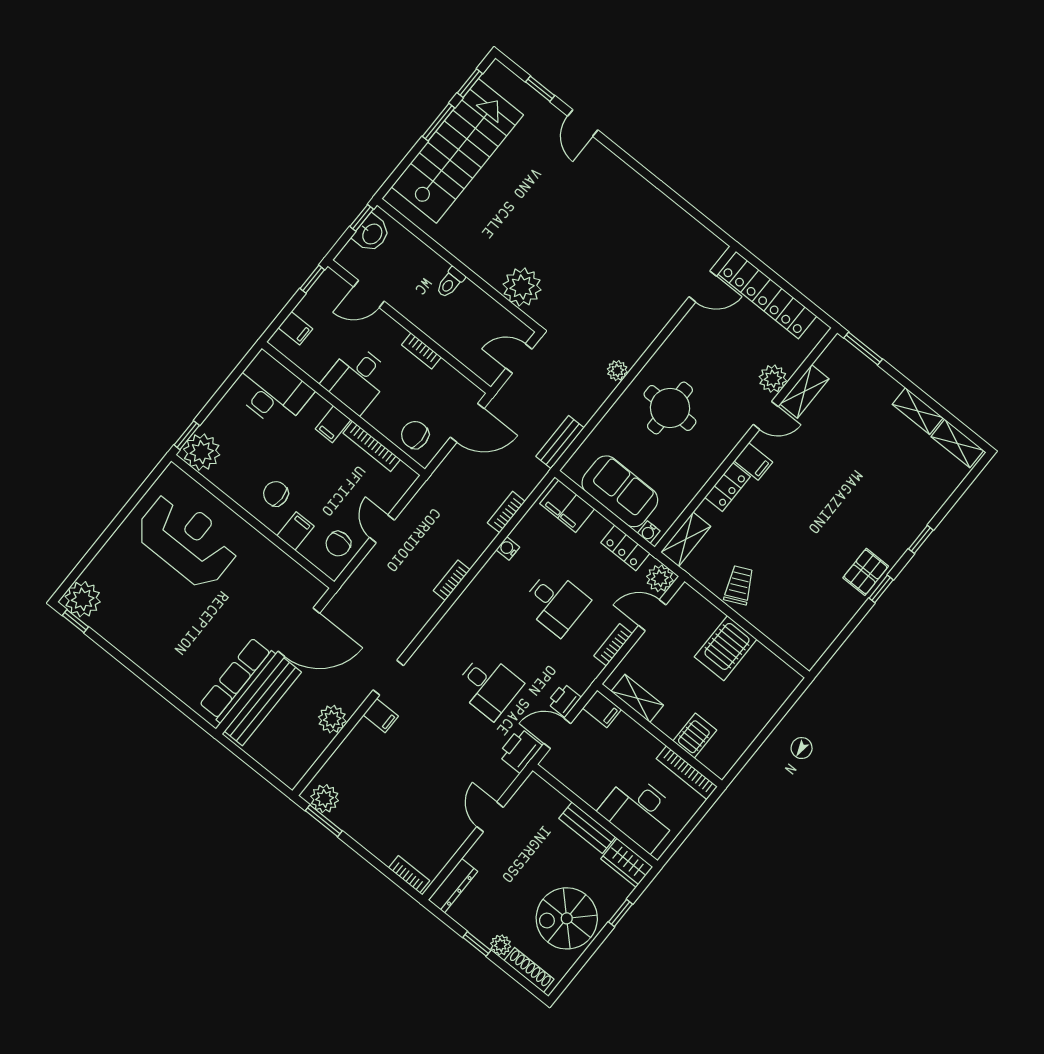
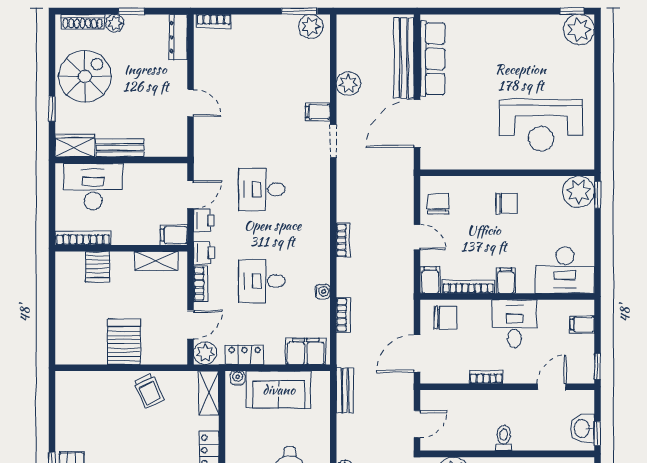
filing cabinet: (295, 531) -> (430, 280), moved, turned 180
printer: (520, 750) -> (204, 253), moved, width x0.73, depth x0.81

